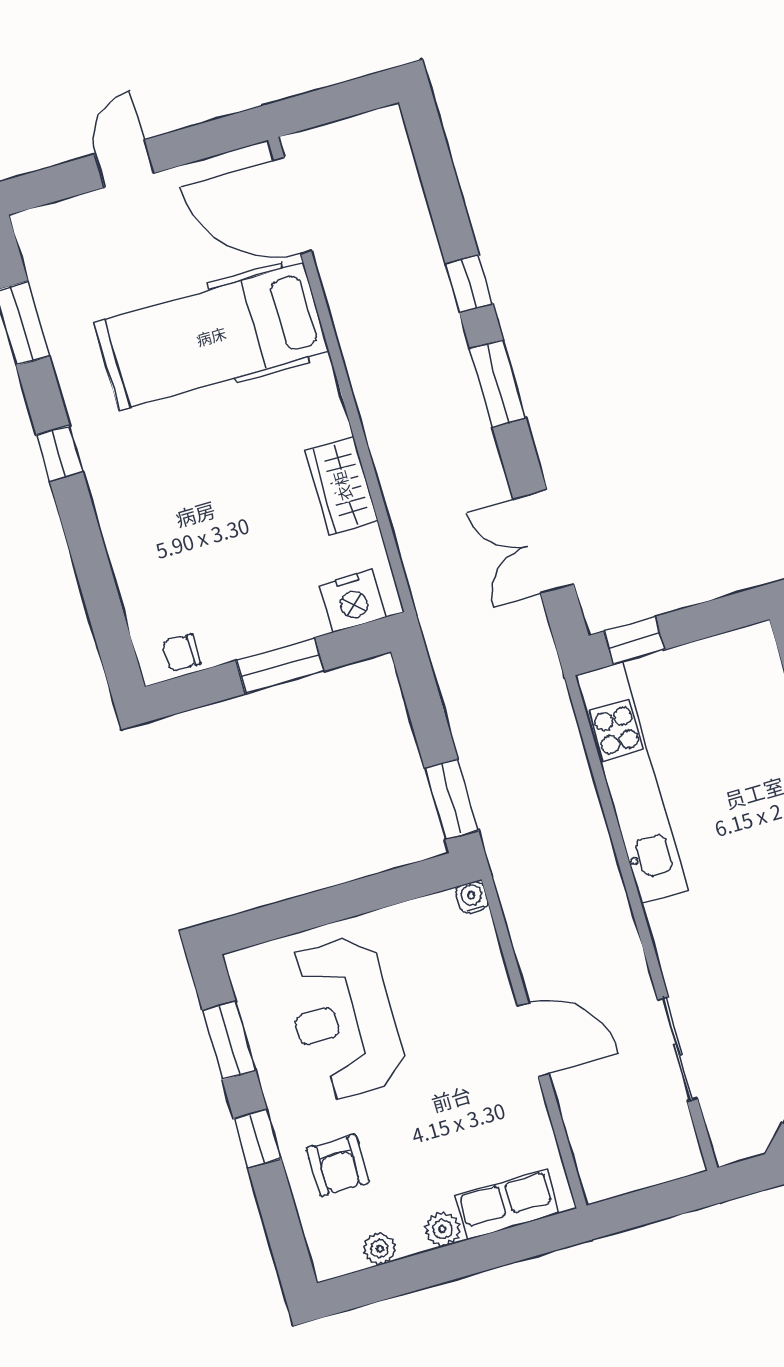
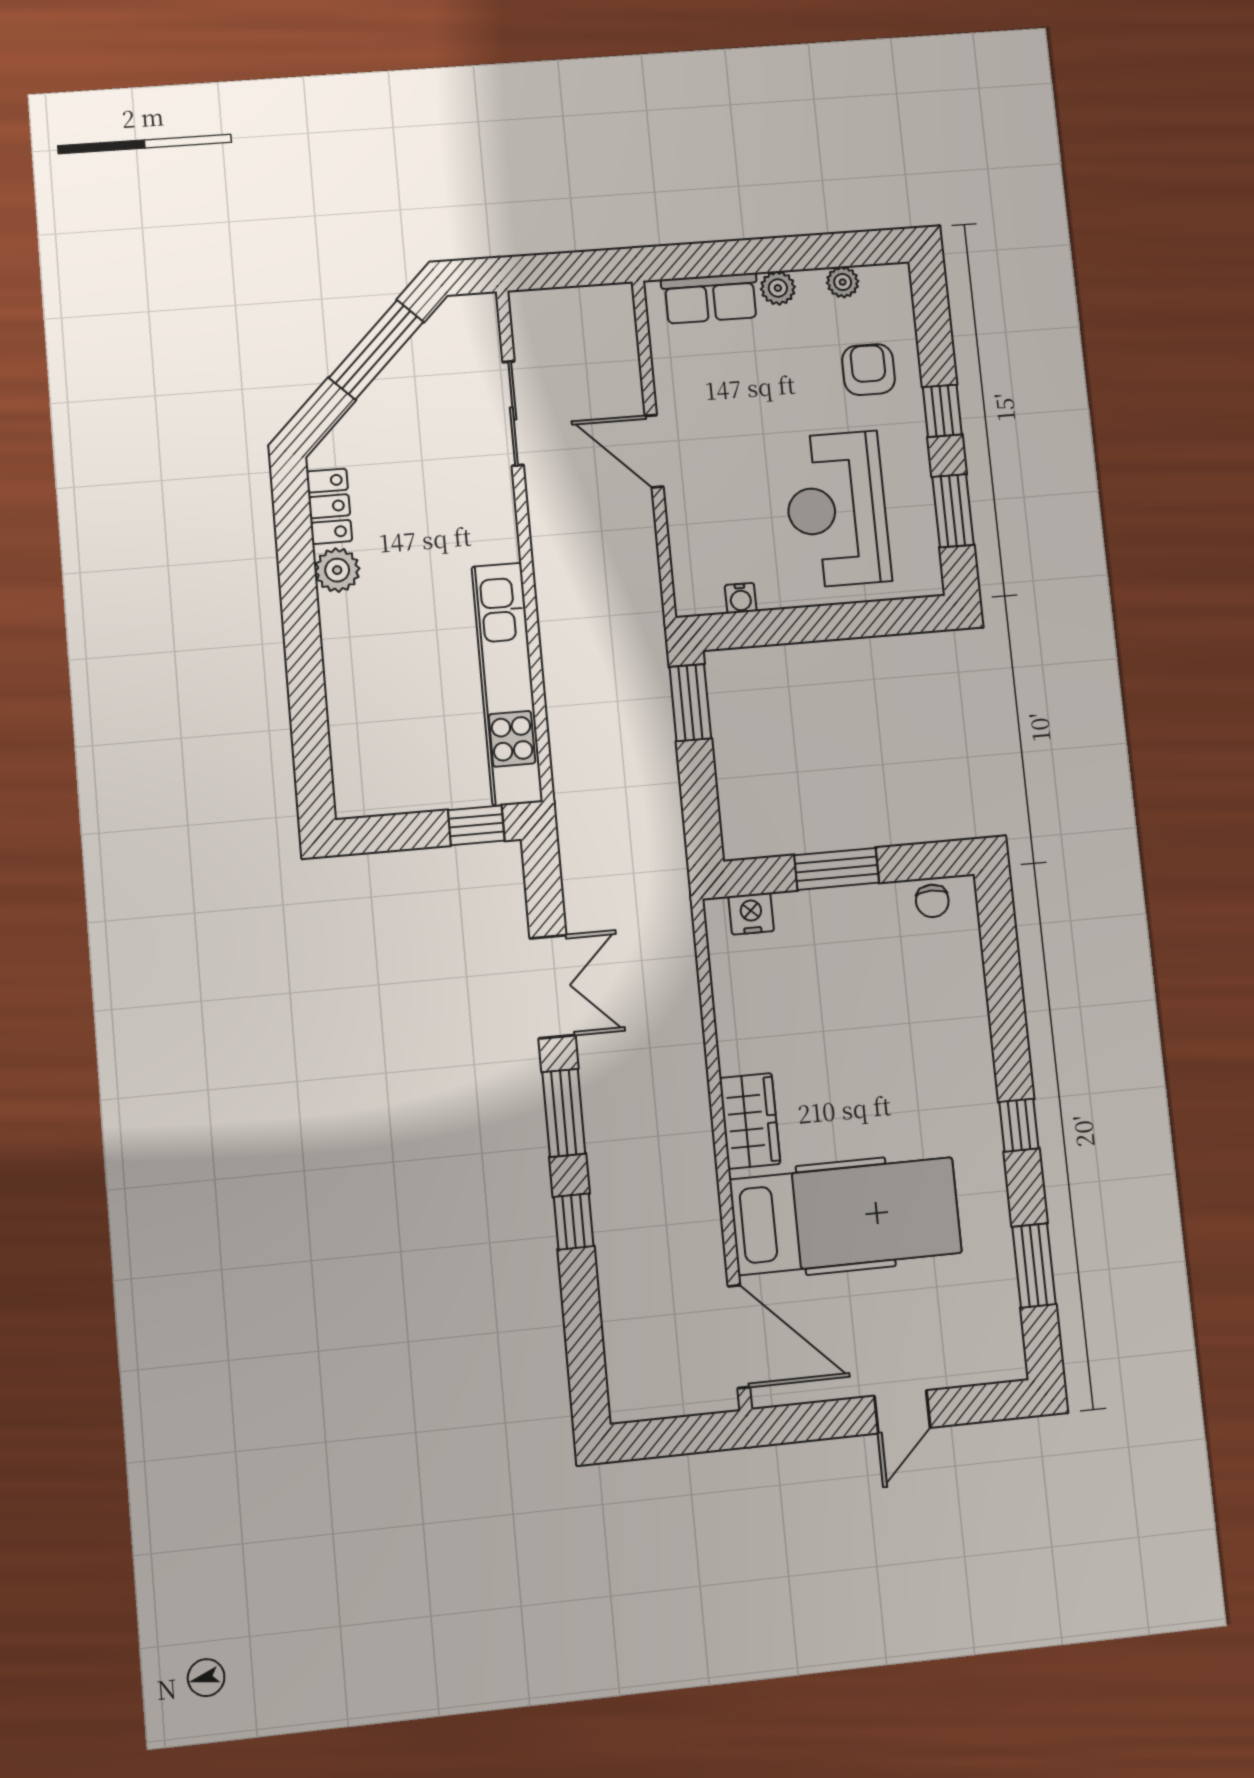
wardrobe: (342, 486) -> (750, 1121), moved
double door: (544, 542) -> (552, 987), moved
nightstand: (353, 601) -> (751, 914), width x0.74, depth x0.75
chair: (182, 653) -> (932, 901), turned 90
water cooler: (472, 897) -> (741, 598), moved
reception desk: (344, 1018) -> (837, 509), turned 180

